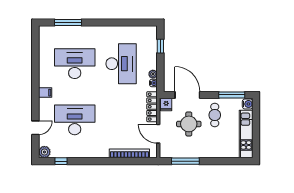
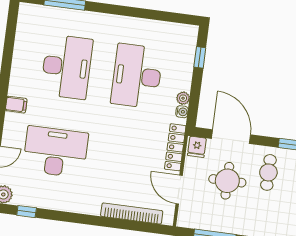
desk: (75, 64) -> (67, 67), turned 90
desk: (121, 64) -> (137, 76), turned 180

